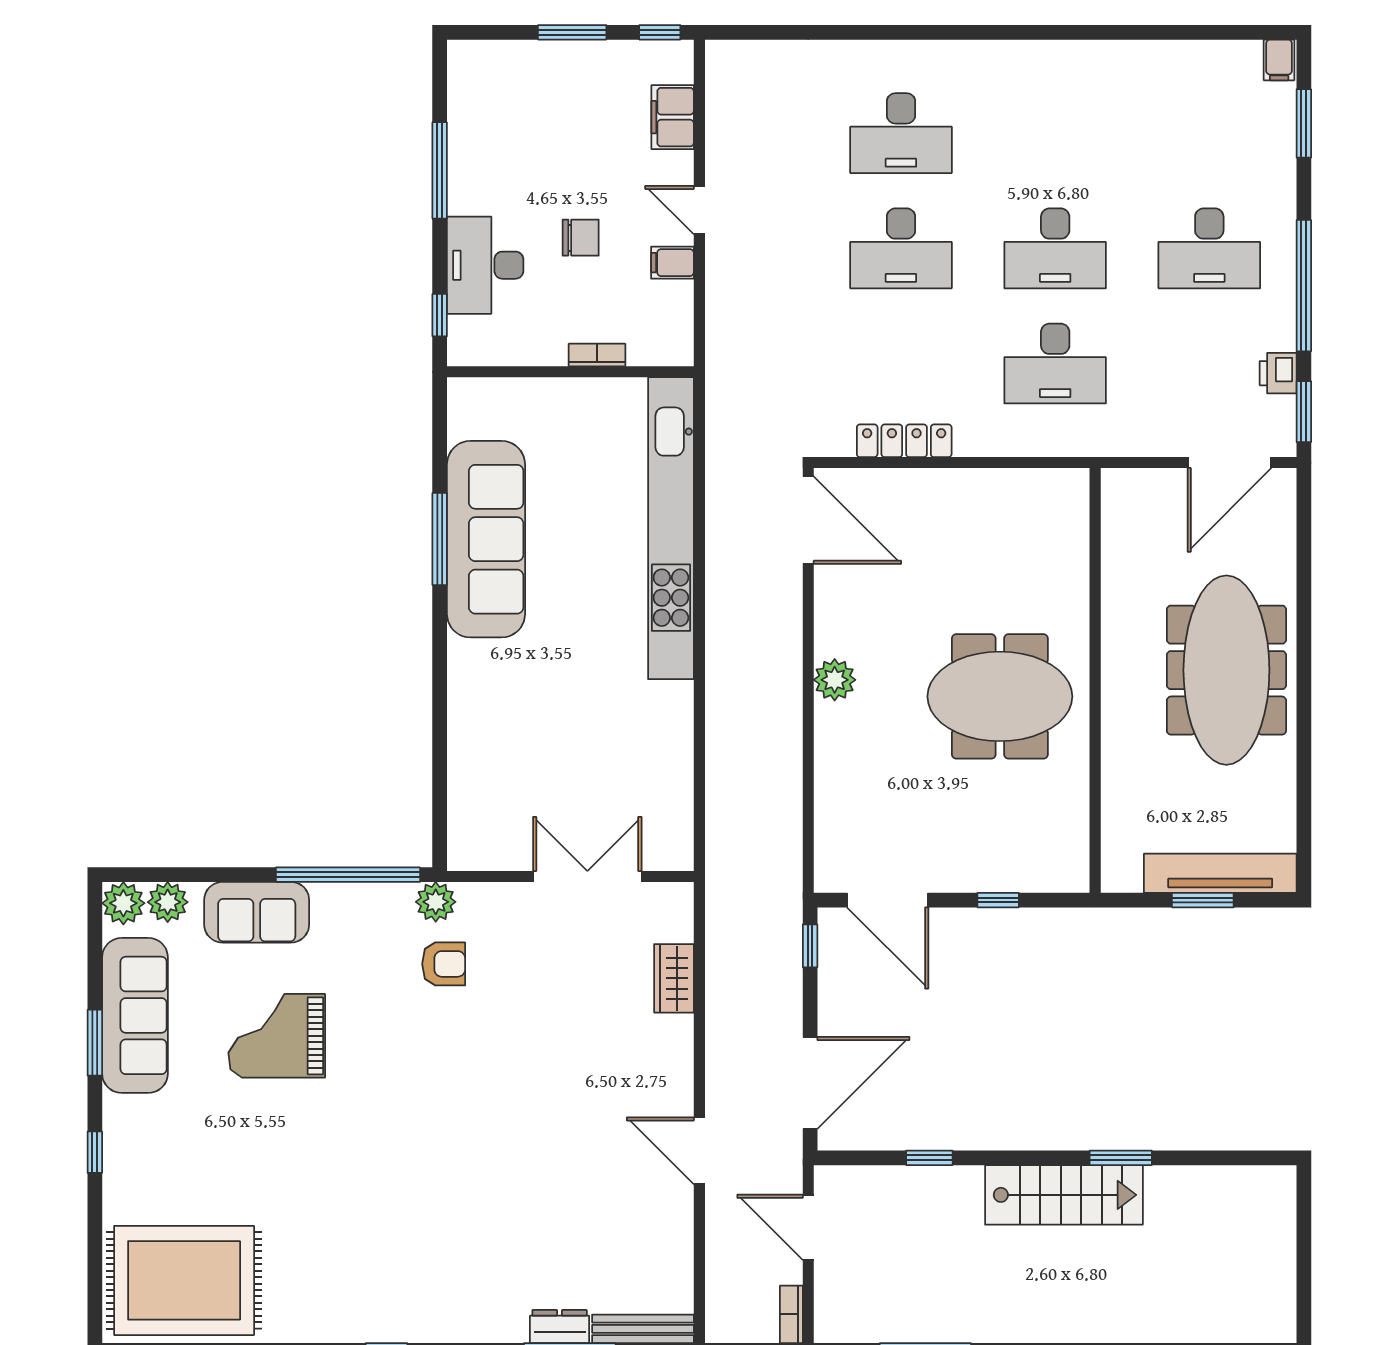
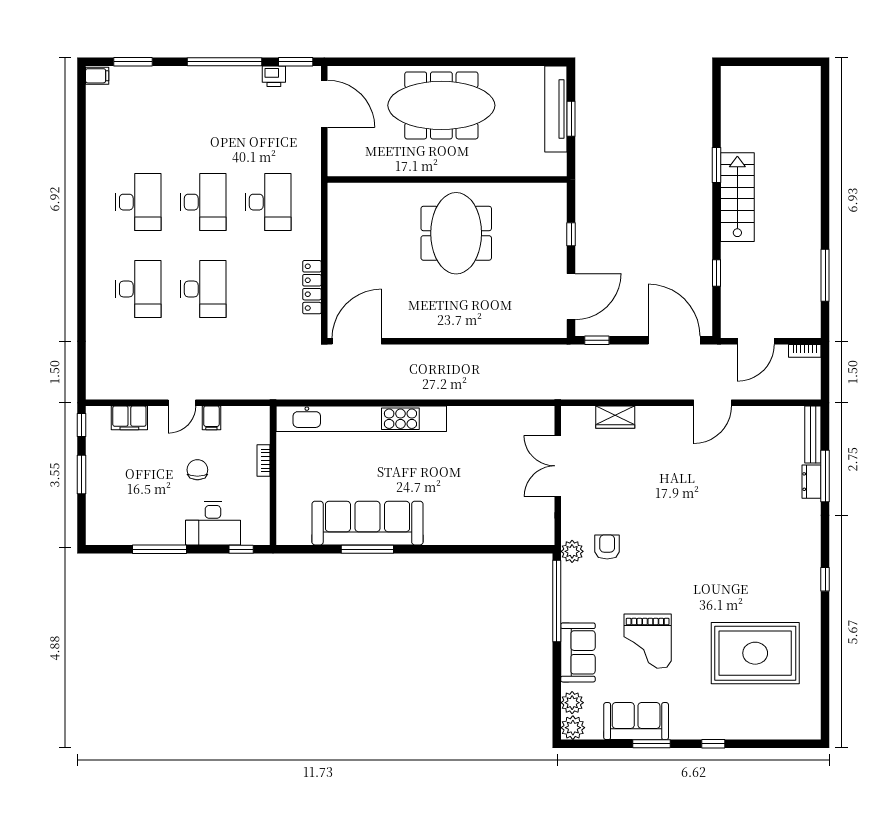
desk: (1209, 248) -> (138, 202), moved
plant: (835, 680) -> (447, 326), removed
sofa: (135, 1015) -> (636, 721), width x0.73
rug: (184, 1280) -> (755, 653), moved, turned 90

